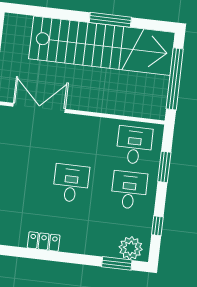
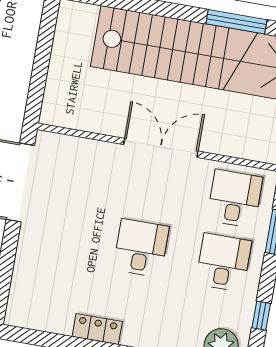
window: (110, 20) -> (236, 22), moved
double door: (39, 108) -> (161, 148), moved

